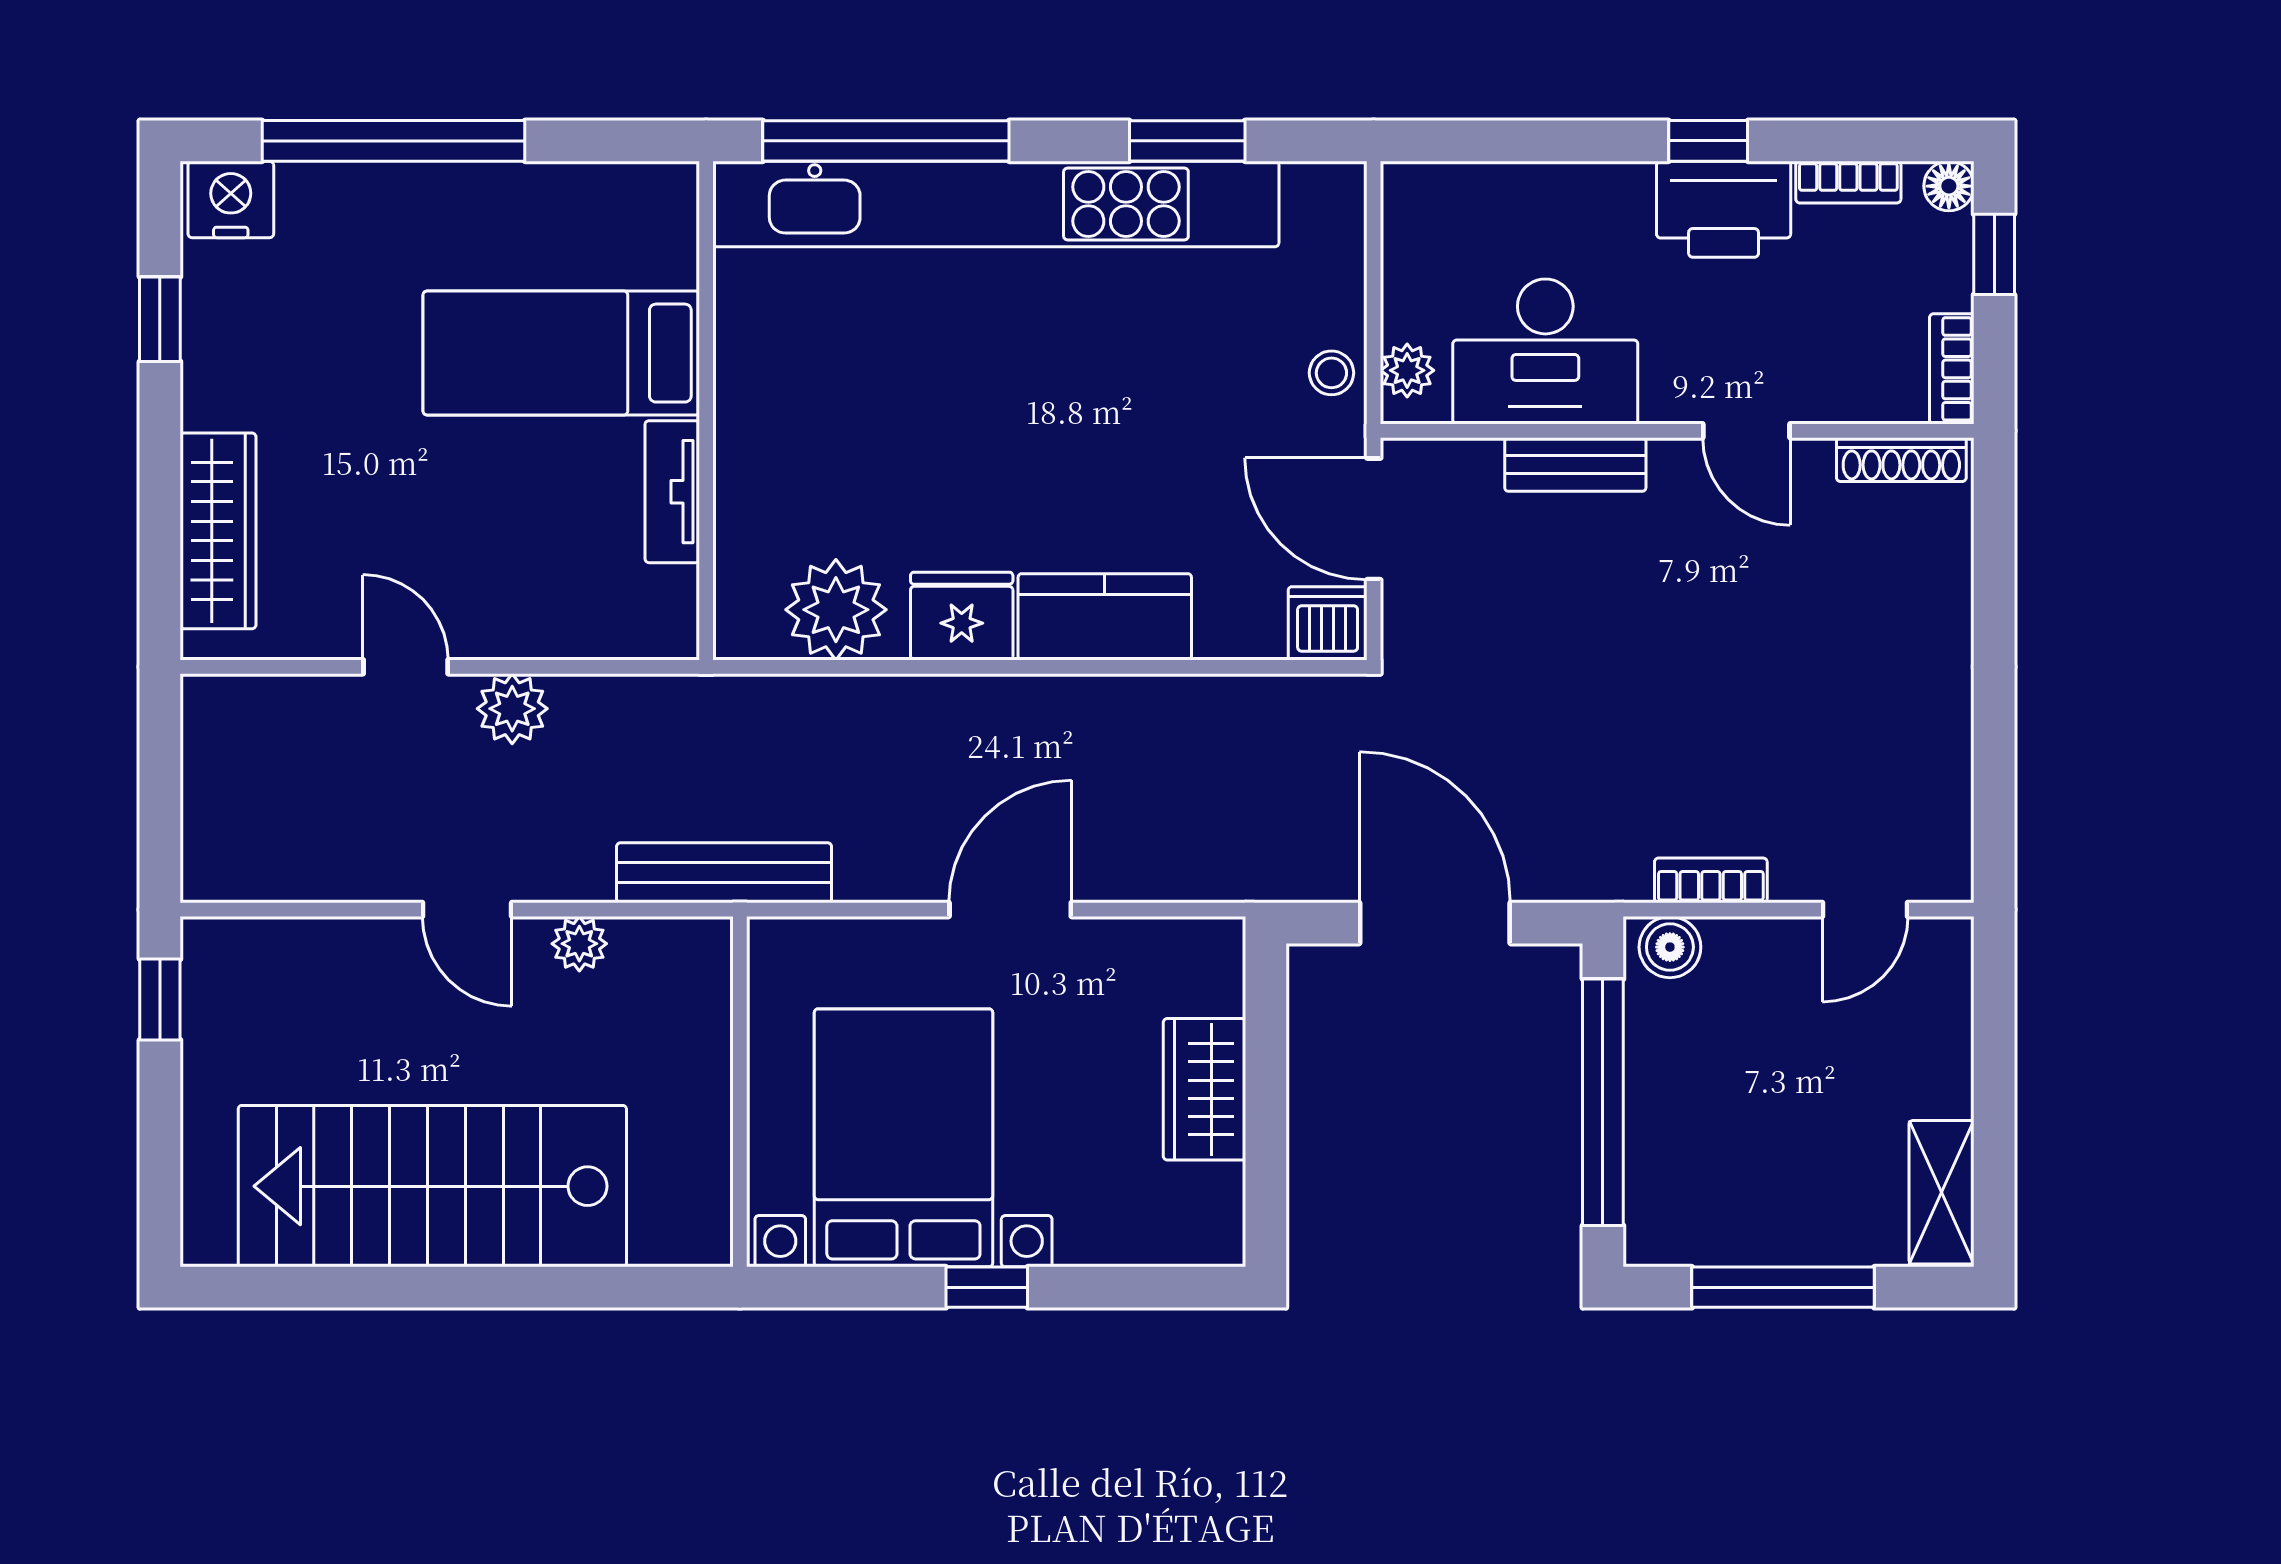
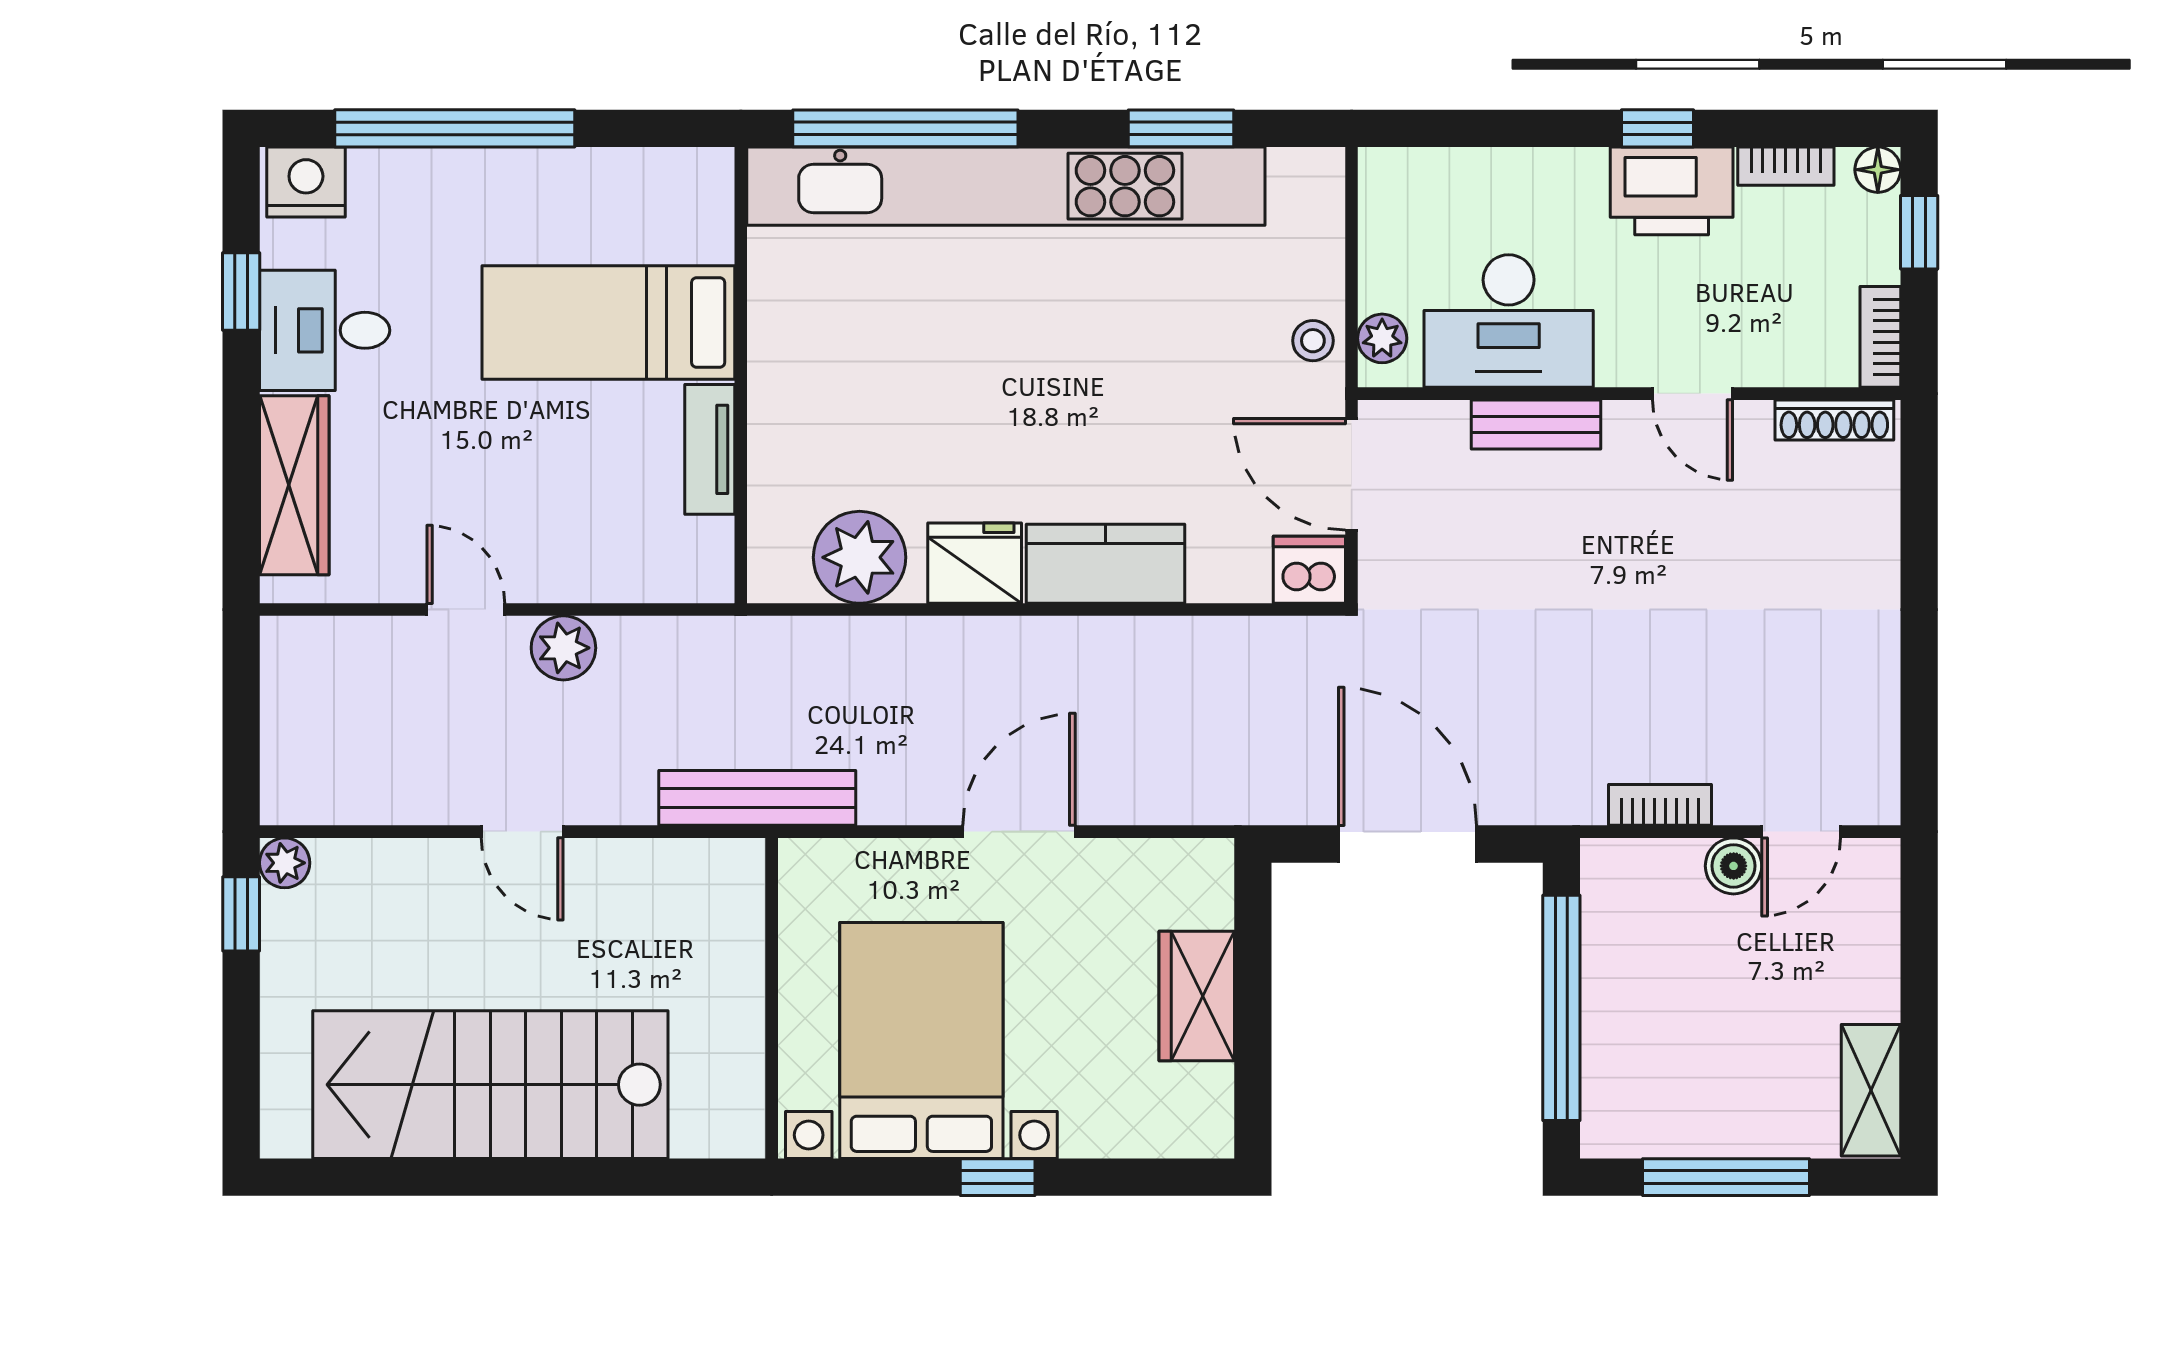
desk: (251, 362) -> (325, 330), added
plant: (579, 944) -> (285, 863), moved
boiler: (1670, 947) -> (1734, 866), moved

